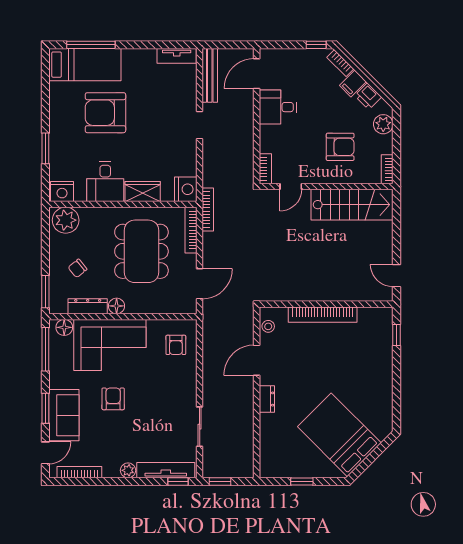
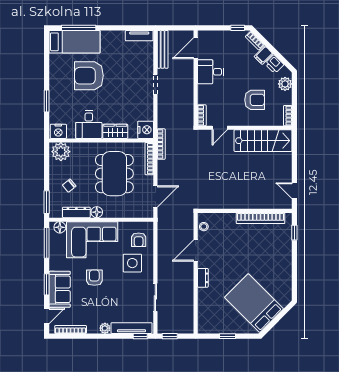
bookcase: (323, 315) -> (261, 218), moved
side table: (167, 378) -> (132, 263), added

